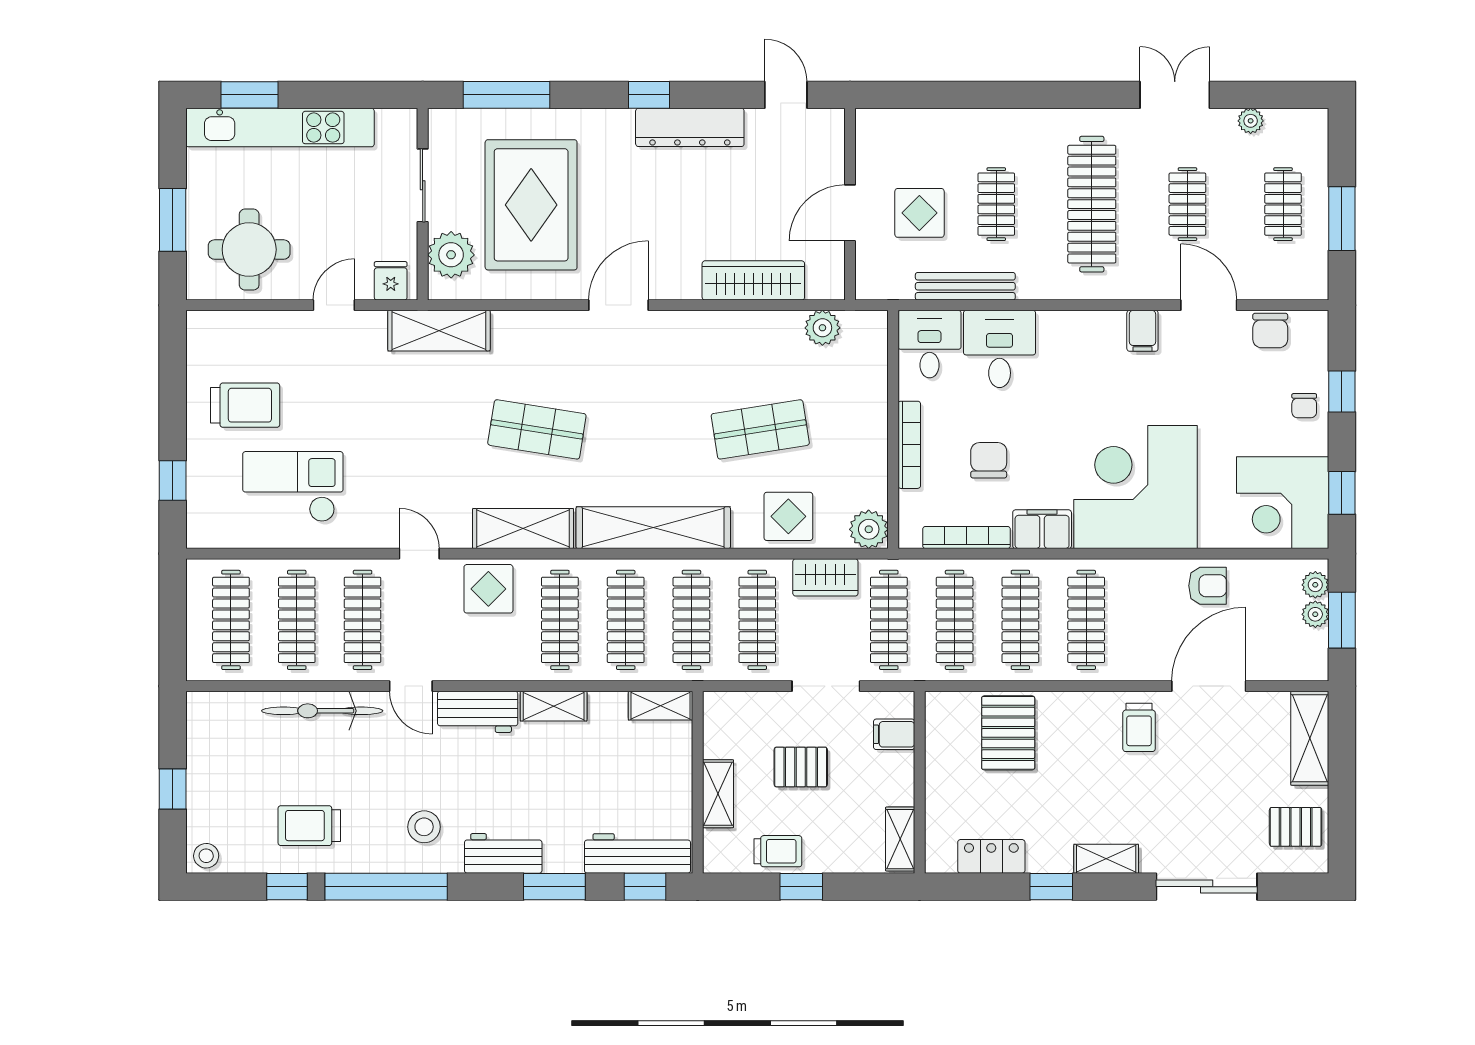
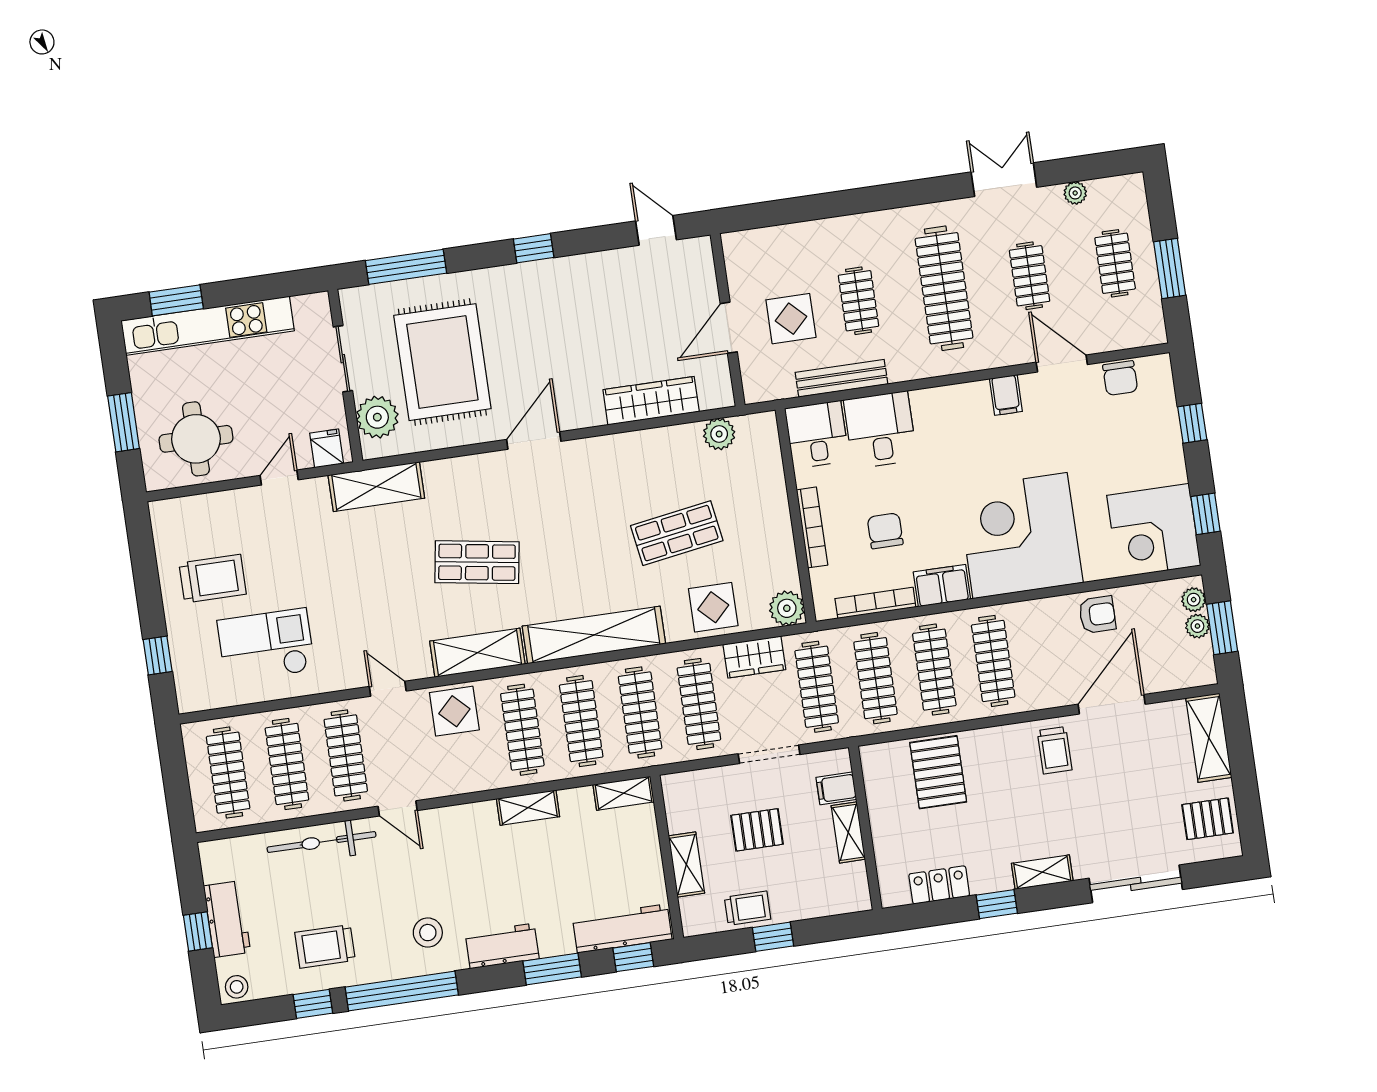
dresser: (690, 127) -> (574, 272), removed
chair: (1304, 406) -> (1160, 441), removed
workbench: (478, 712) -> (227, 919), moved, turned -90
shelving: (900, 839) -> (848, 832), moved

